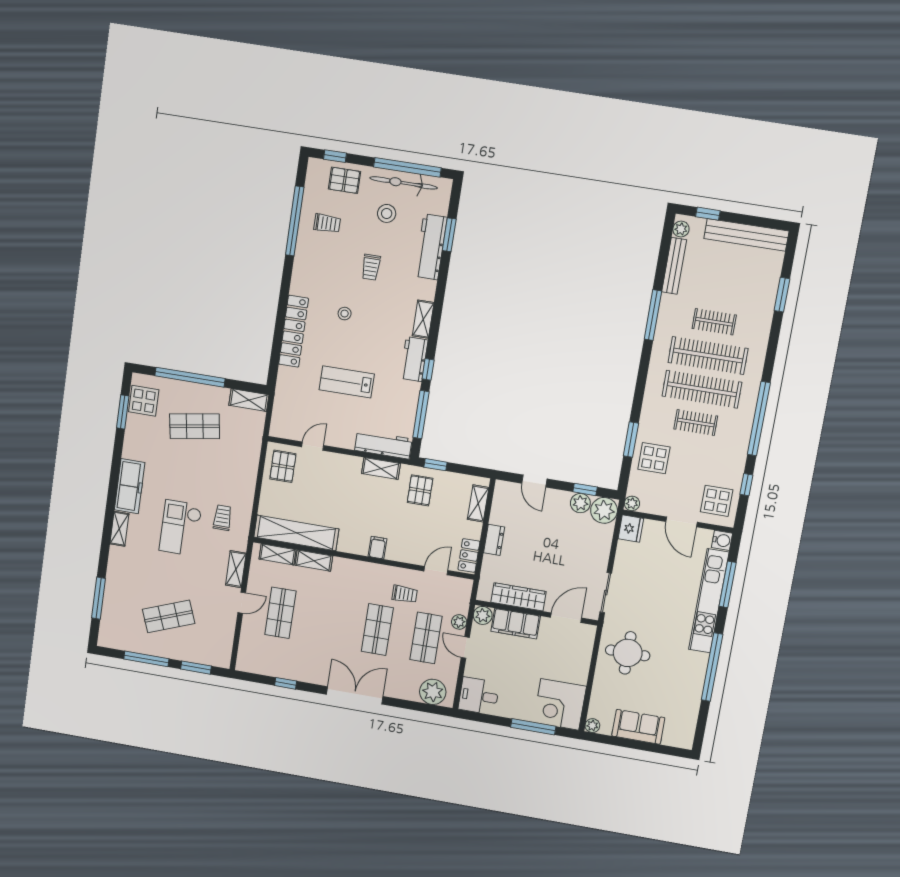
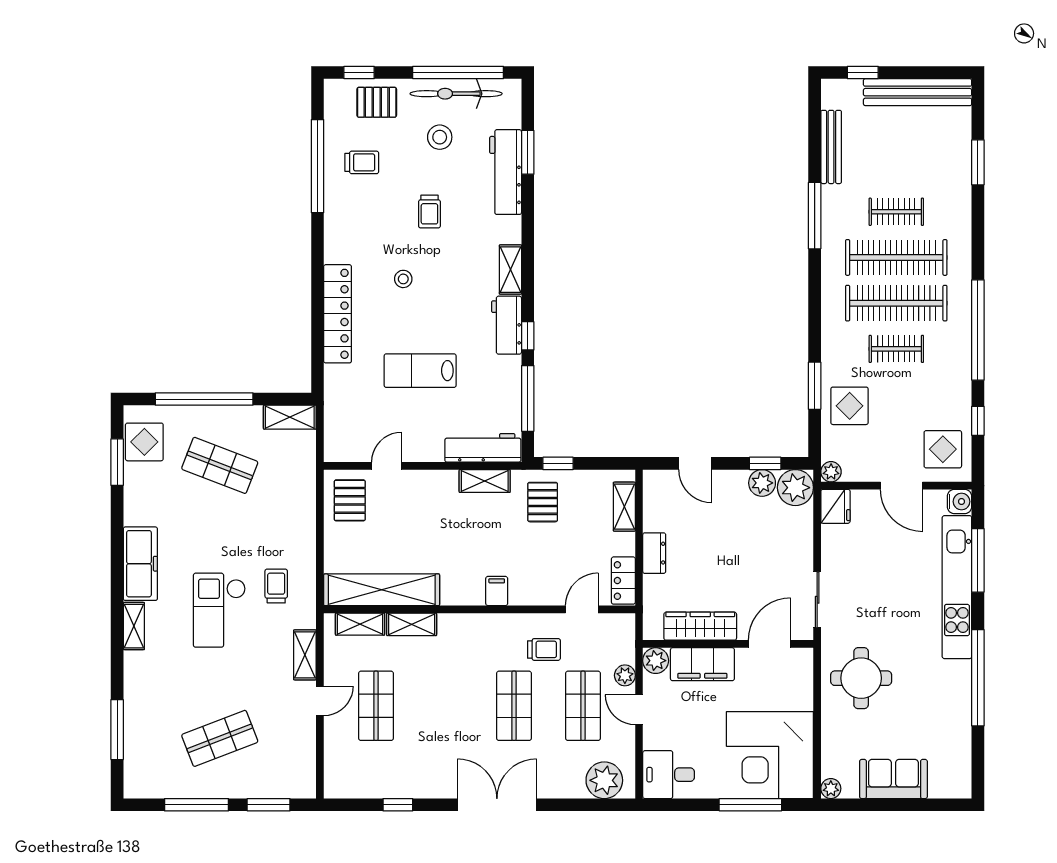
plant: (681, 229) -> (831, 98), removed
shop shelf: (195, 426) -> (220, 465), turned 30
corner desk: (560, 704) -> (770, 755), width x1.36, depth x1.36

